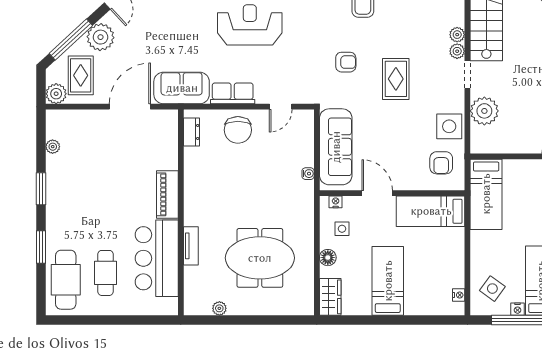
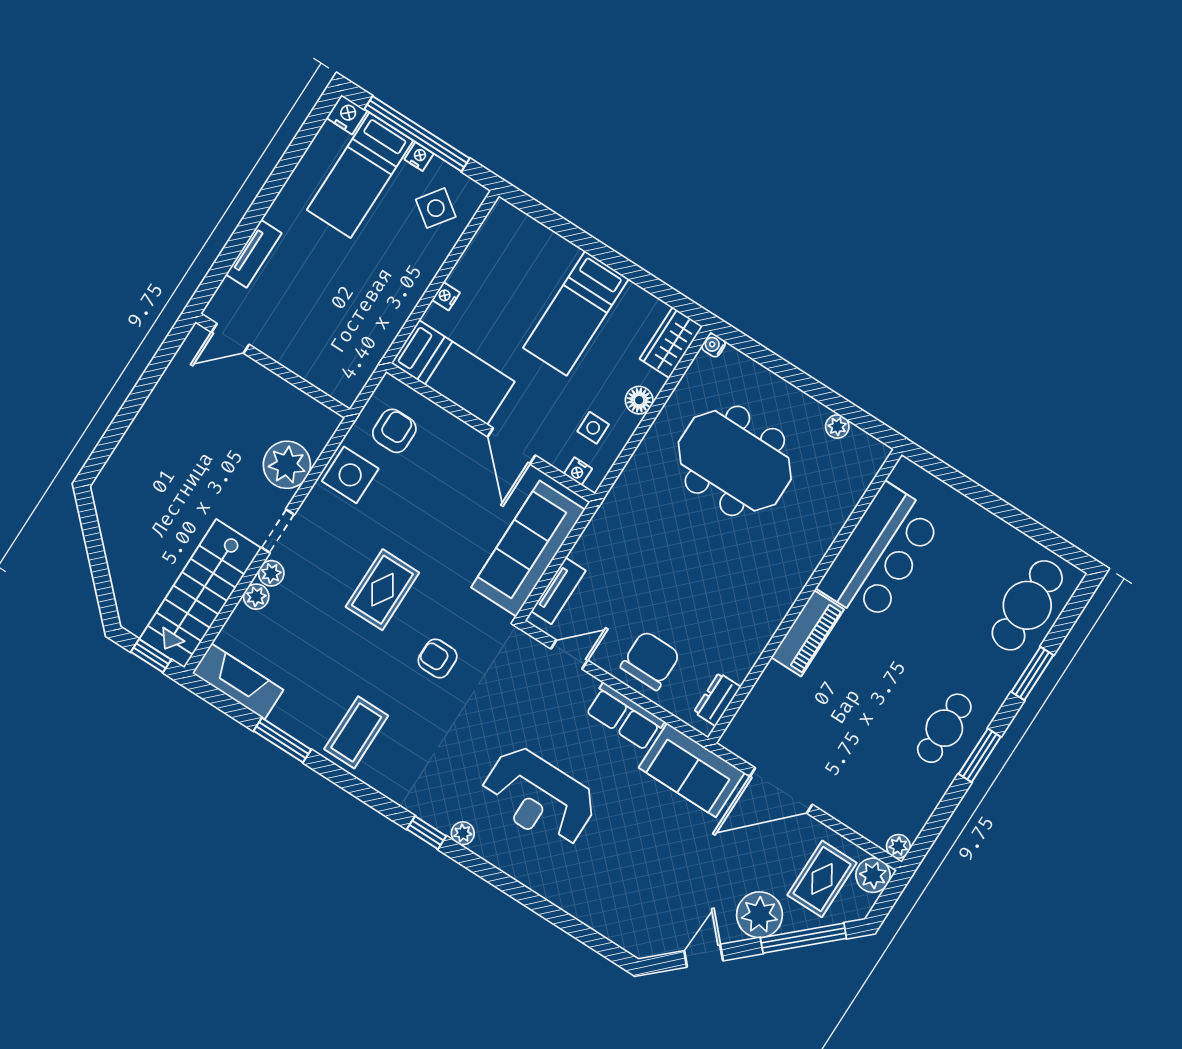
plant: (53, 147) -> (898, 846), moved
water cooler: (308, 174) -> (714, 345), moved
bed: (486, 194) -> (360, 346), removed
tv unit: (191, 246) -> (558, 591), moved, turned 180
cafe table: (105, 273) -> (944, 728), moved
nightstand: (459, 295) -> (446, 296), moved

